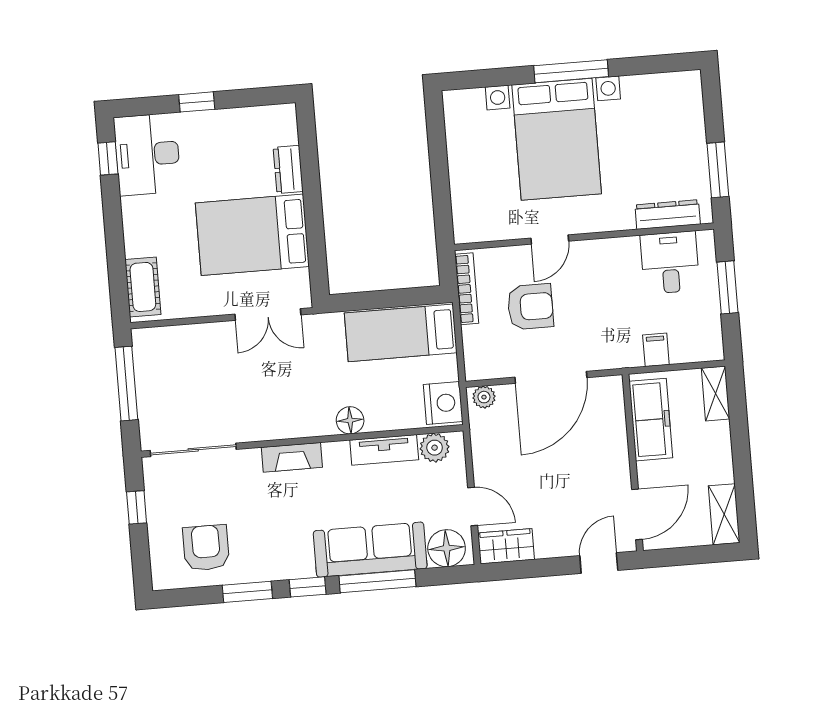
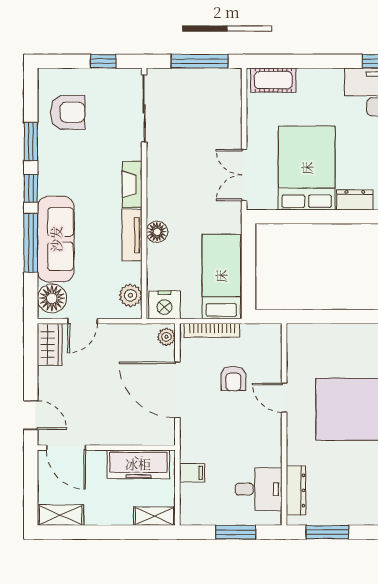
bookcase: (467, 289) -> (212, 330), moved
armchair: (530, 307) -> (233, 378), width x0.72, depth x0.72
tv unit: (384, 450) -> (132, 235), moved

